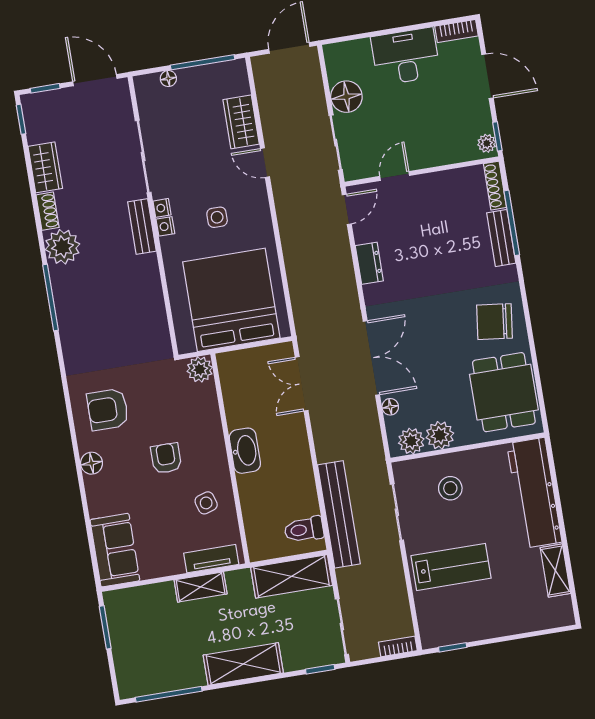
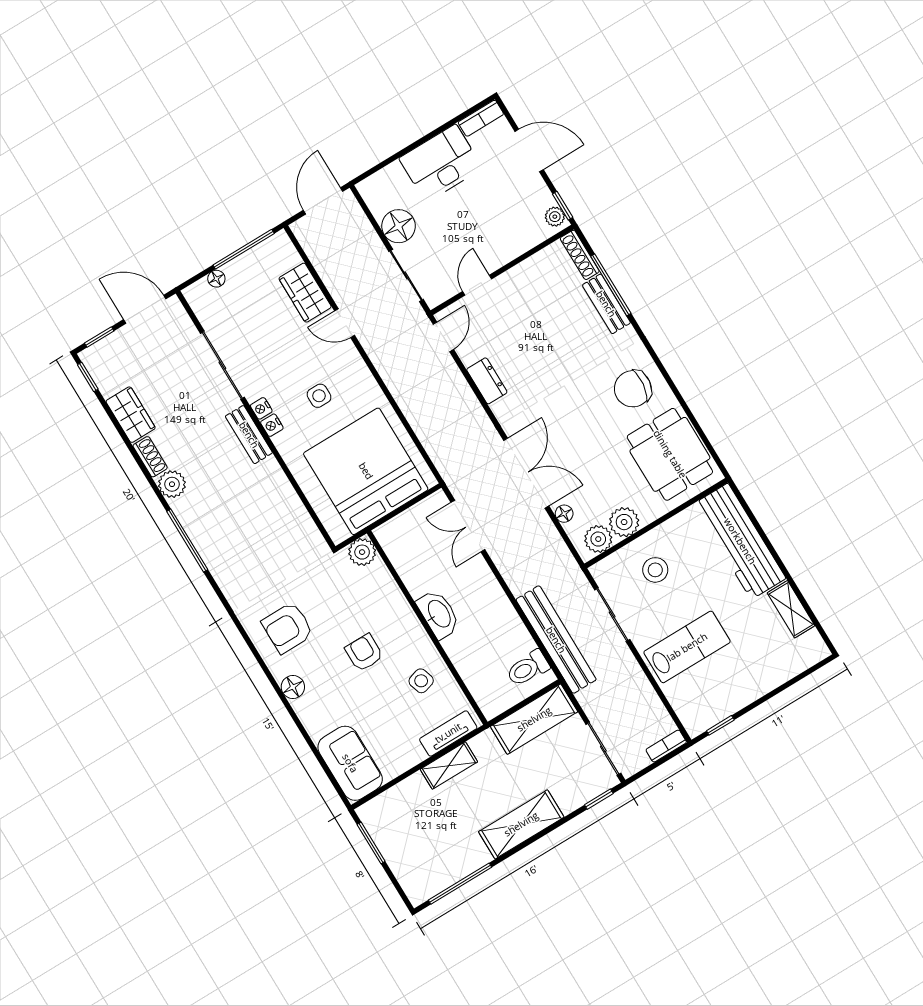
plant: (62, 247) -> (172, 484), width x0.73, depth x0.73

